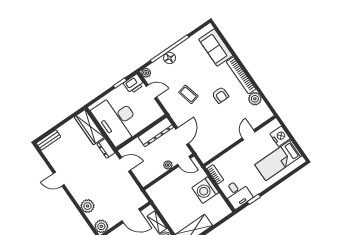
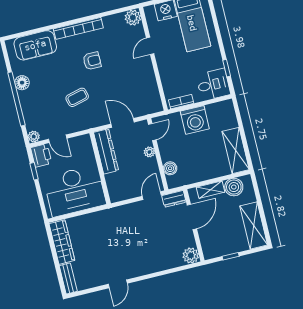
floor lamp: (170, 58) -> (22, 83), moved
door: (151, 92) -> (58, 139), swing flipped
plant: (255, 99) -> (133, 18), moved
wardrobe: (89, 127) -> (62, 242), moved, turned -90
door: (249, 135) -> (150, 46), hinge flipped
dresser: (106, 148) -> (174, 199), moved
door: (125, 164) -> (152, 196), moved
boiler: (162, 185) -> (170, 168), added
plant: (87, 206) -> (161, 263), removed

